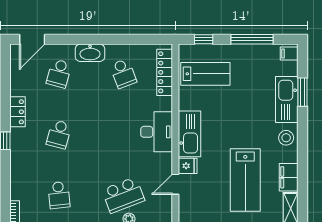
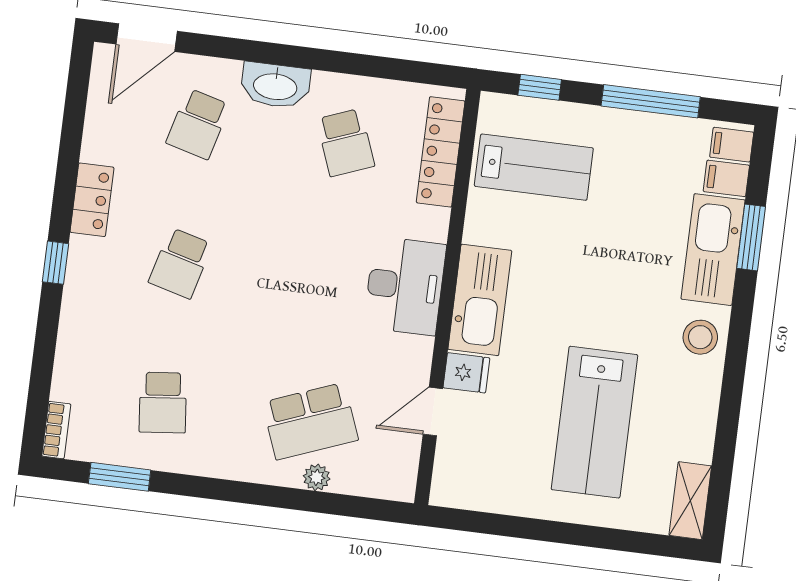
filing cabinet: (289, 177) -> (726, 178), moved, width x0.50

